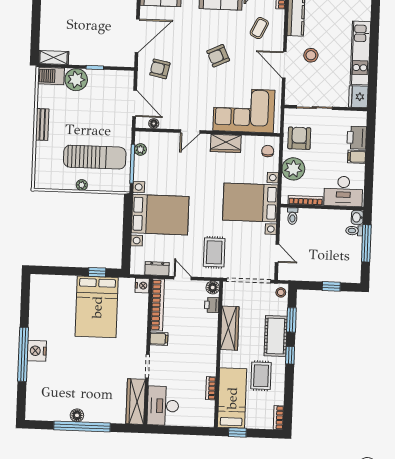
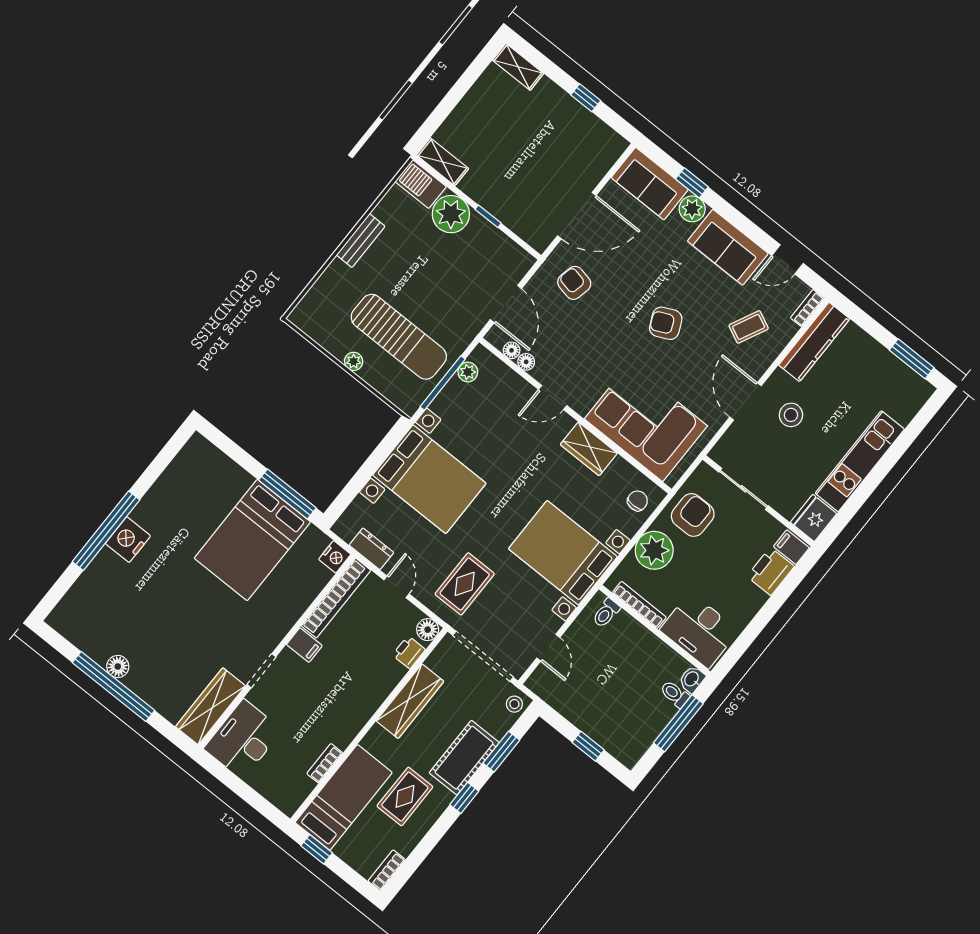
floor lamp: (165, 124) -> (526, 362), added
filing cabinet: (357, 157) -> (791, 547), moved
window: (97, 272) -> (287, 494), width x2.17

